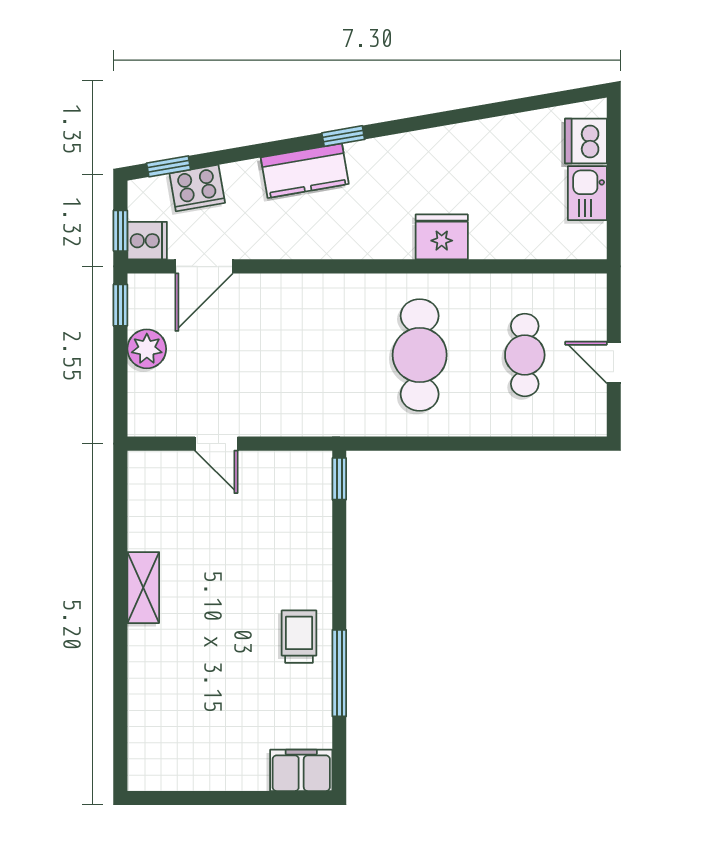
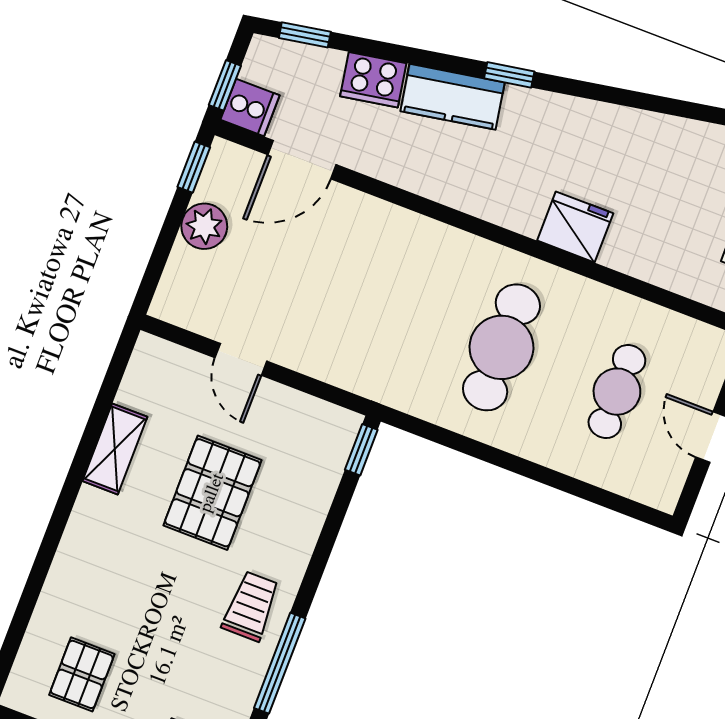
cooker: (197, 188) -> (373, 80), moved
pallet: (234, 558) -> (212, 493), added
shelving: (143, 588) -> (115, 449), moved
pallet: (185, 742) -> (82, 674), added

